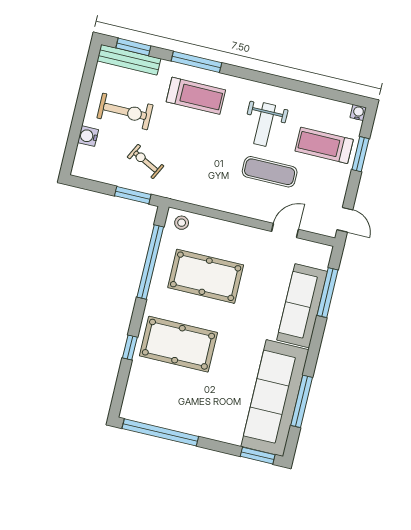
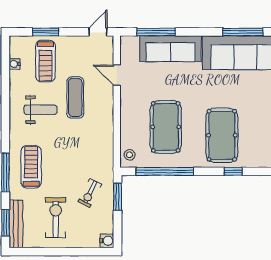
water cooler: (358, 113) -> (15, 64), moved
water cooler: (88, 136) -> (107, 241), moved, turned -90

